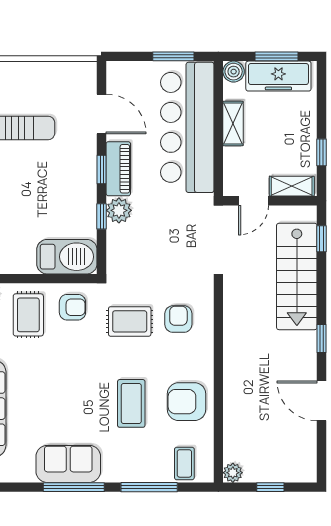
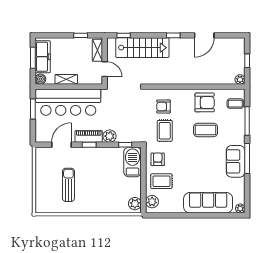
window: (102, 216) -> (125, 145), moved
armchair: (187, 402) -> (205, 102), turned -90

